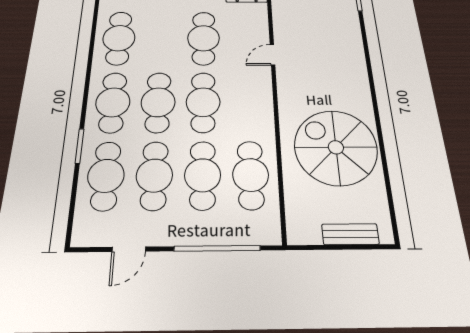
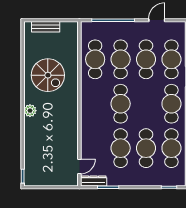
door: (272, 55) -> (79, 166), moved
plant: (360, 91) -> (30, 111), added
cafe table: (158, 102) -> (146, 148), moved
spiral stairs: (336, 147) -> (48, 75), width x0.73, depth x0.73

